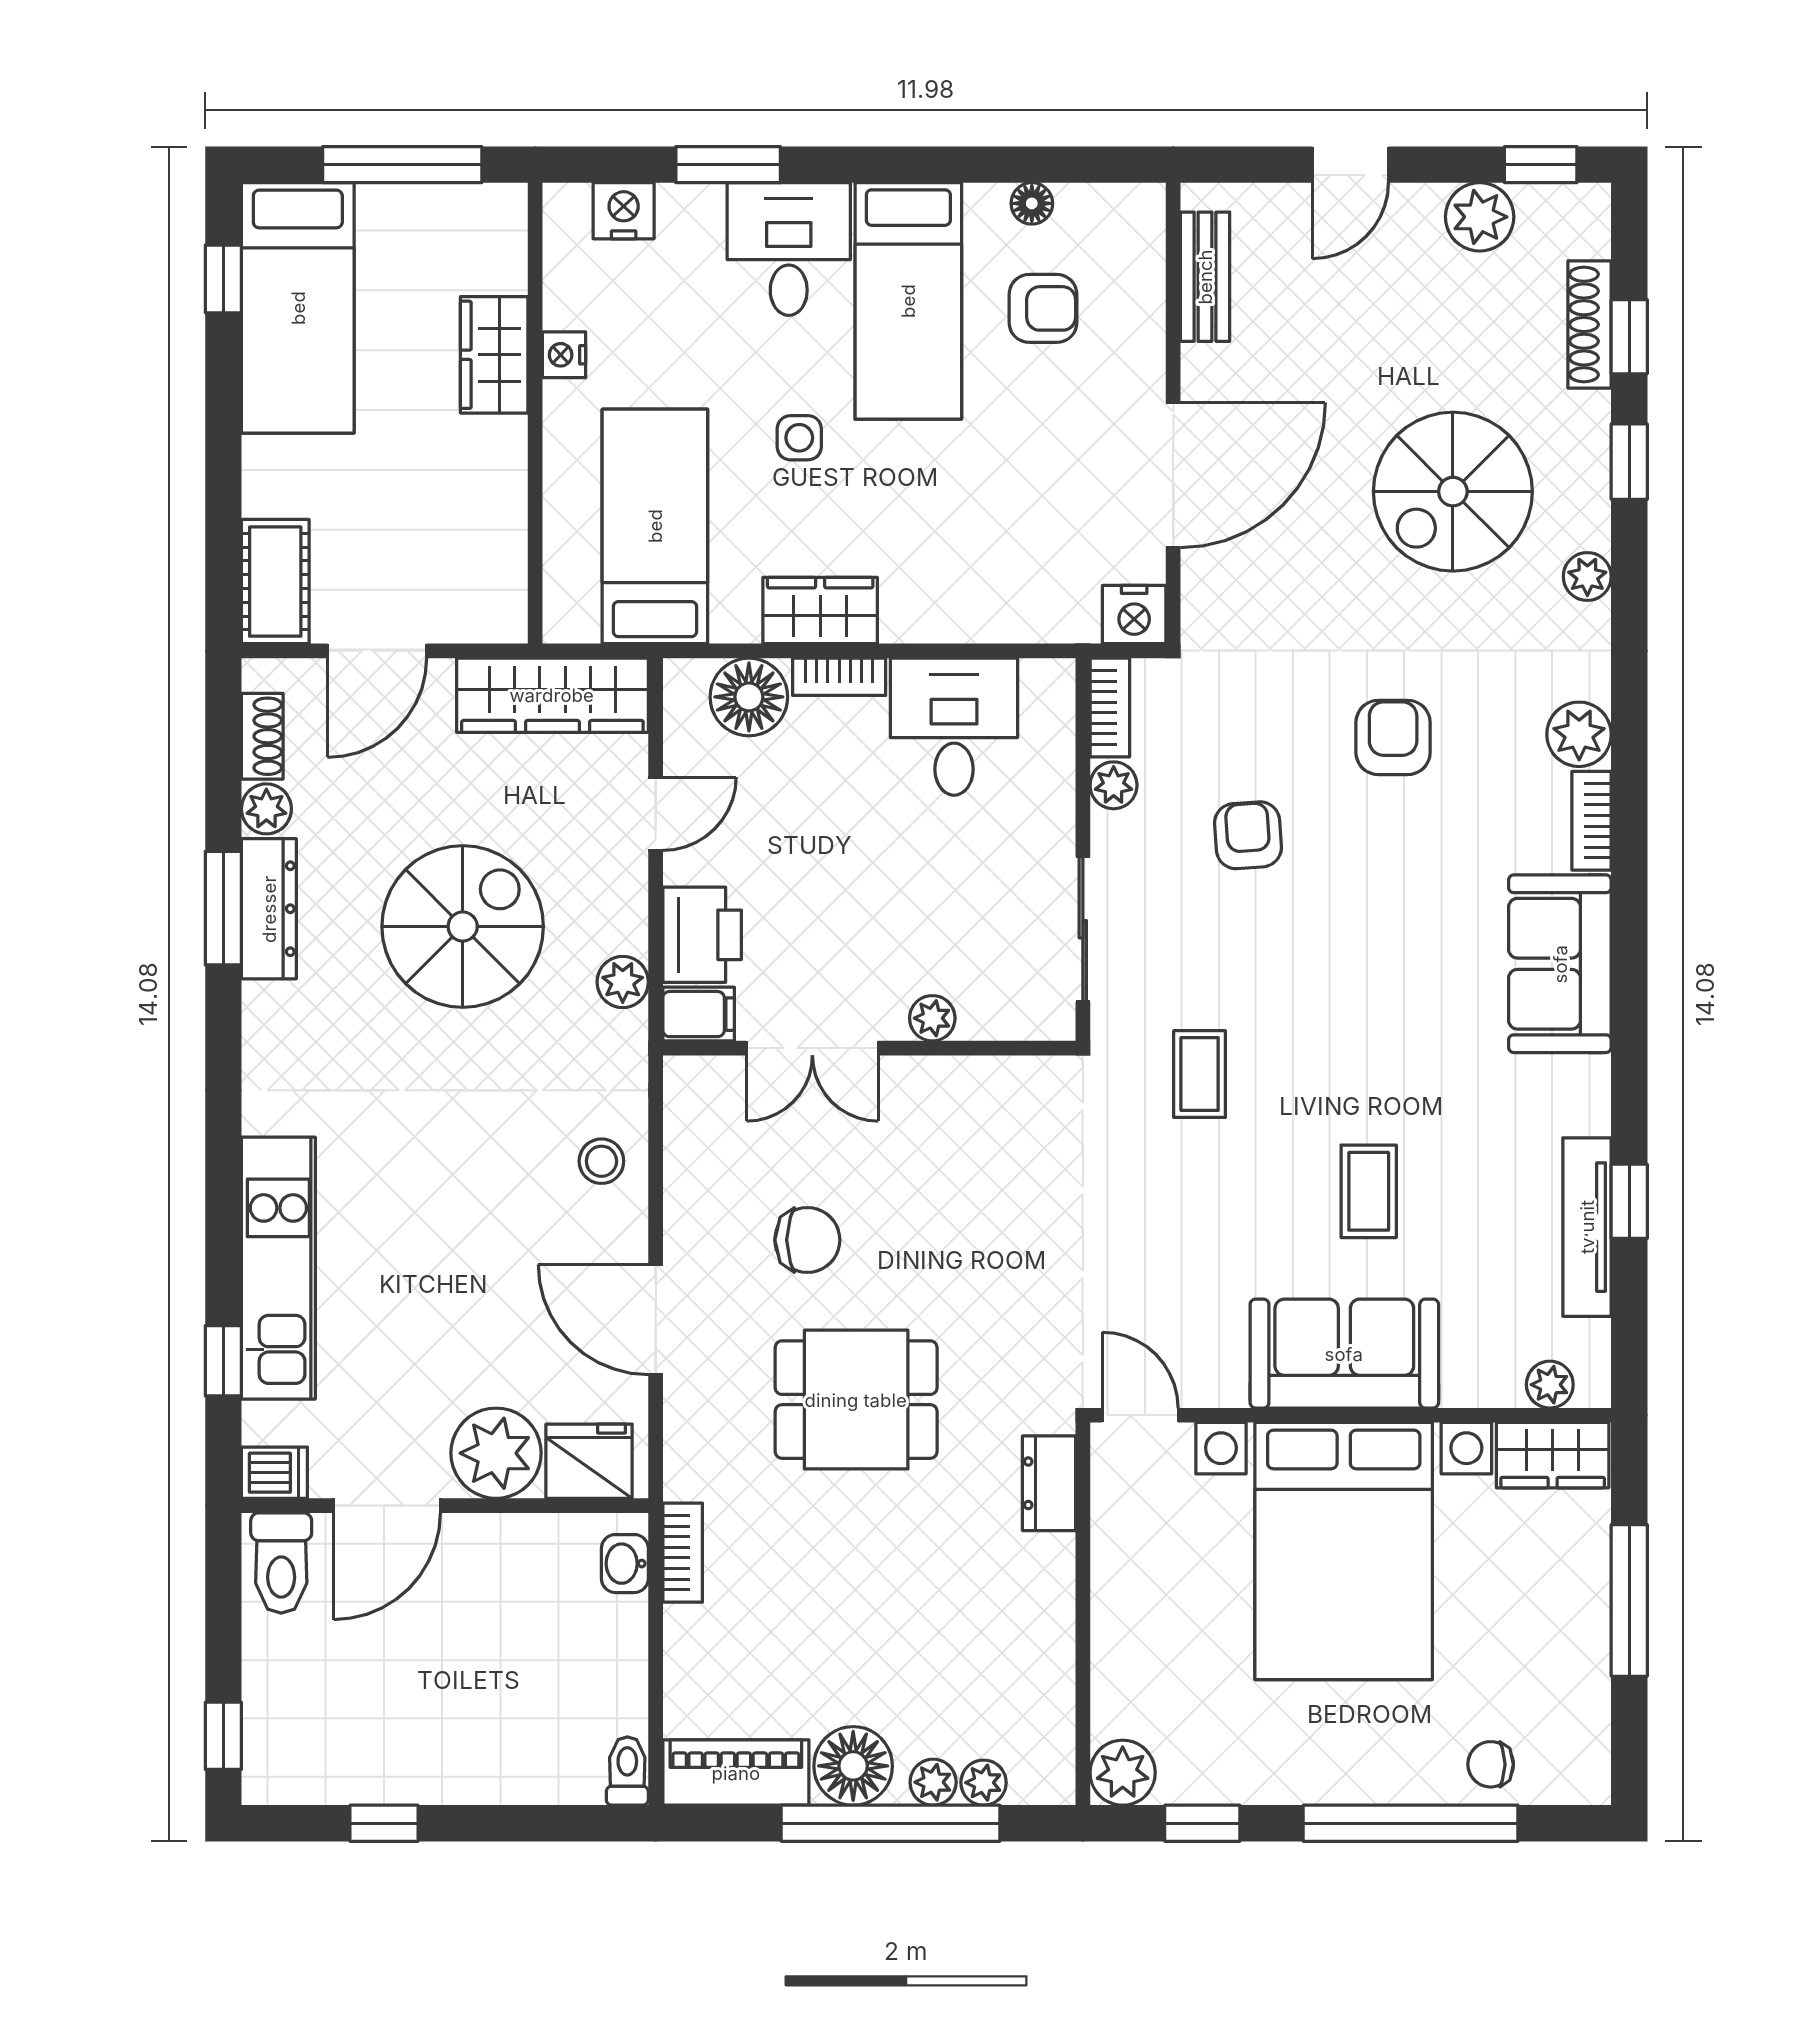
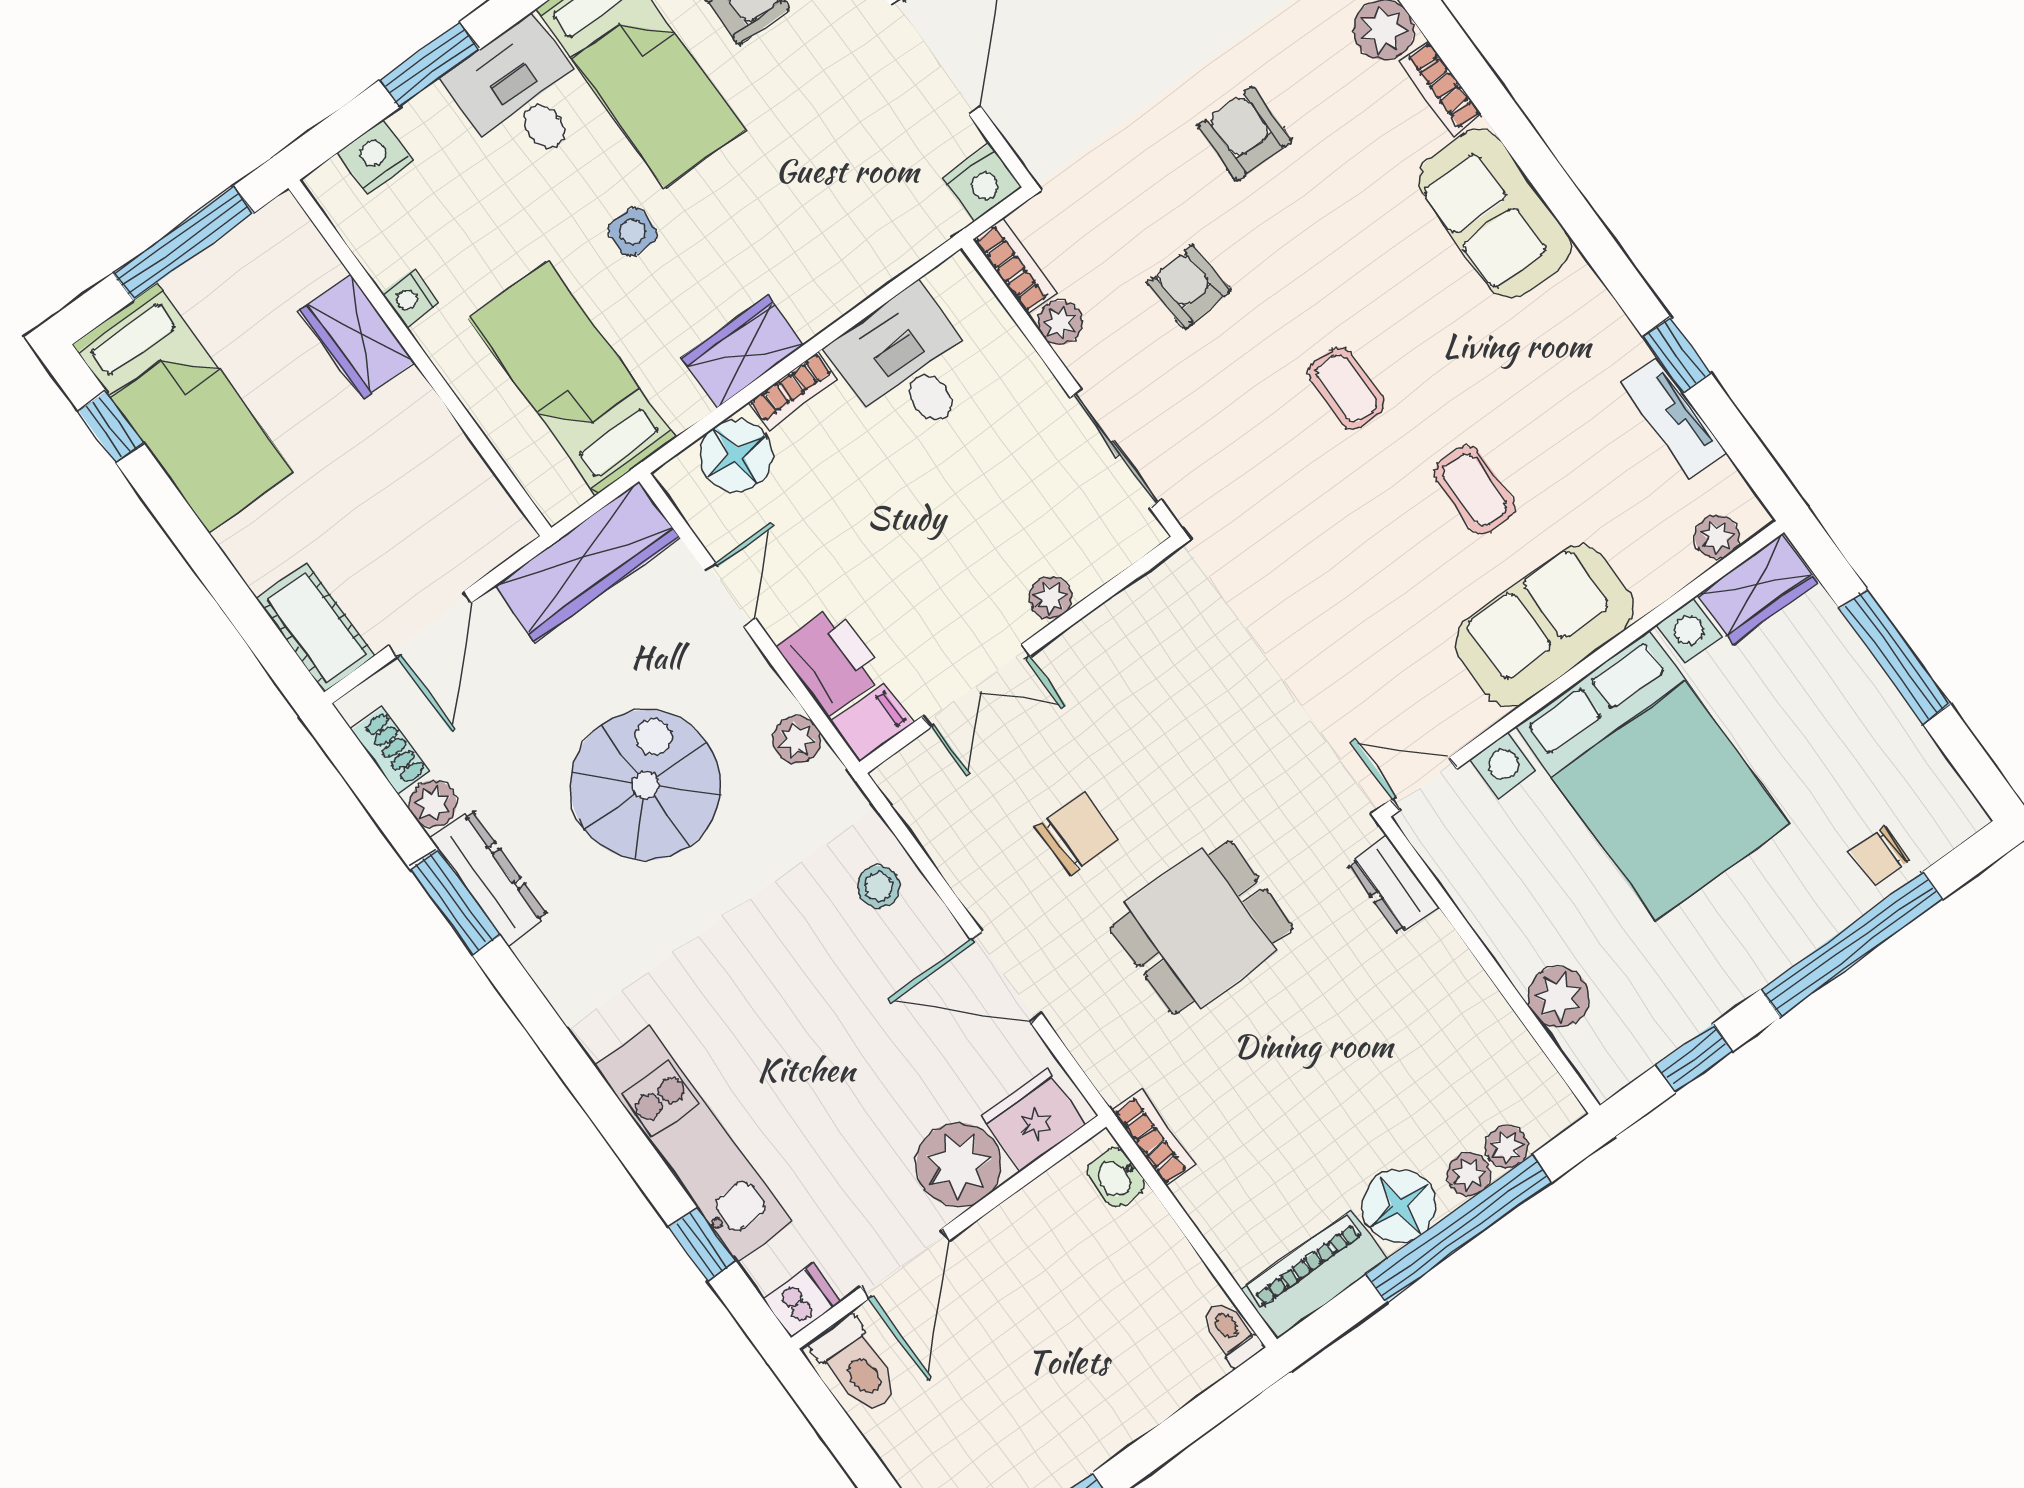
coffee table: (1200, 1074) -> (1346, 388), moved
tv unit: (1587, 1227) -> (1673, 417), width x0.71
plant: (1123, 1773) -> (1558, 997), moved

